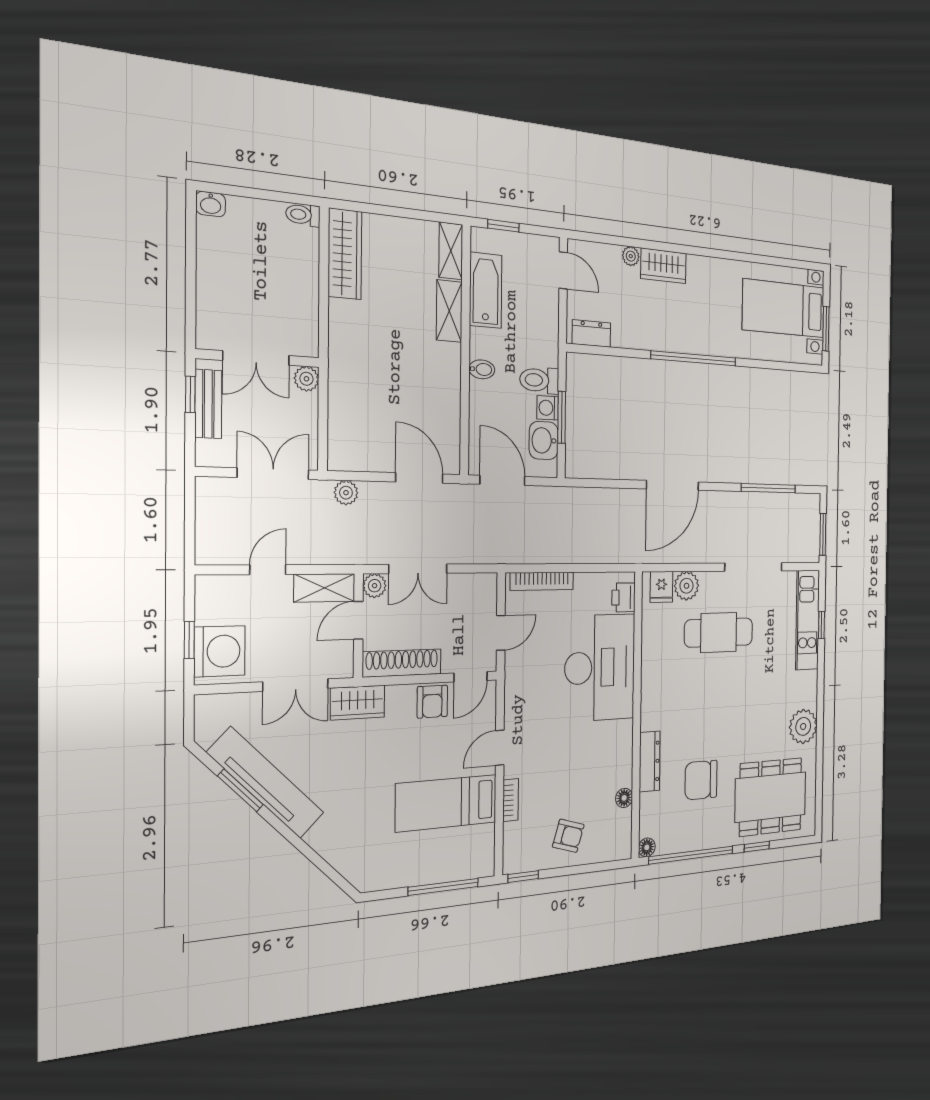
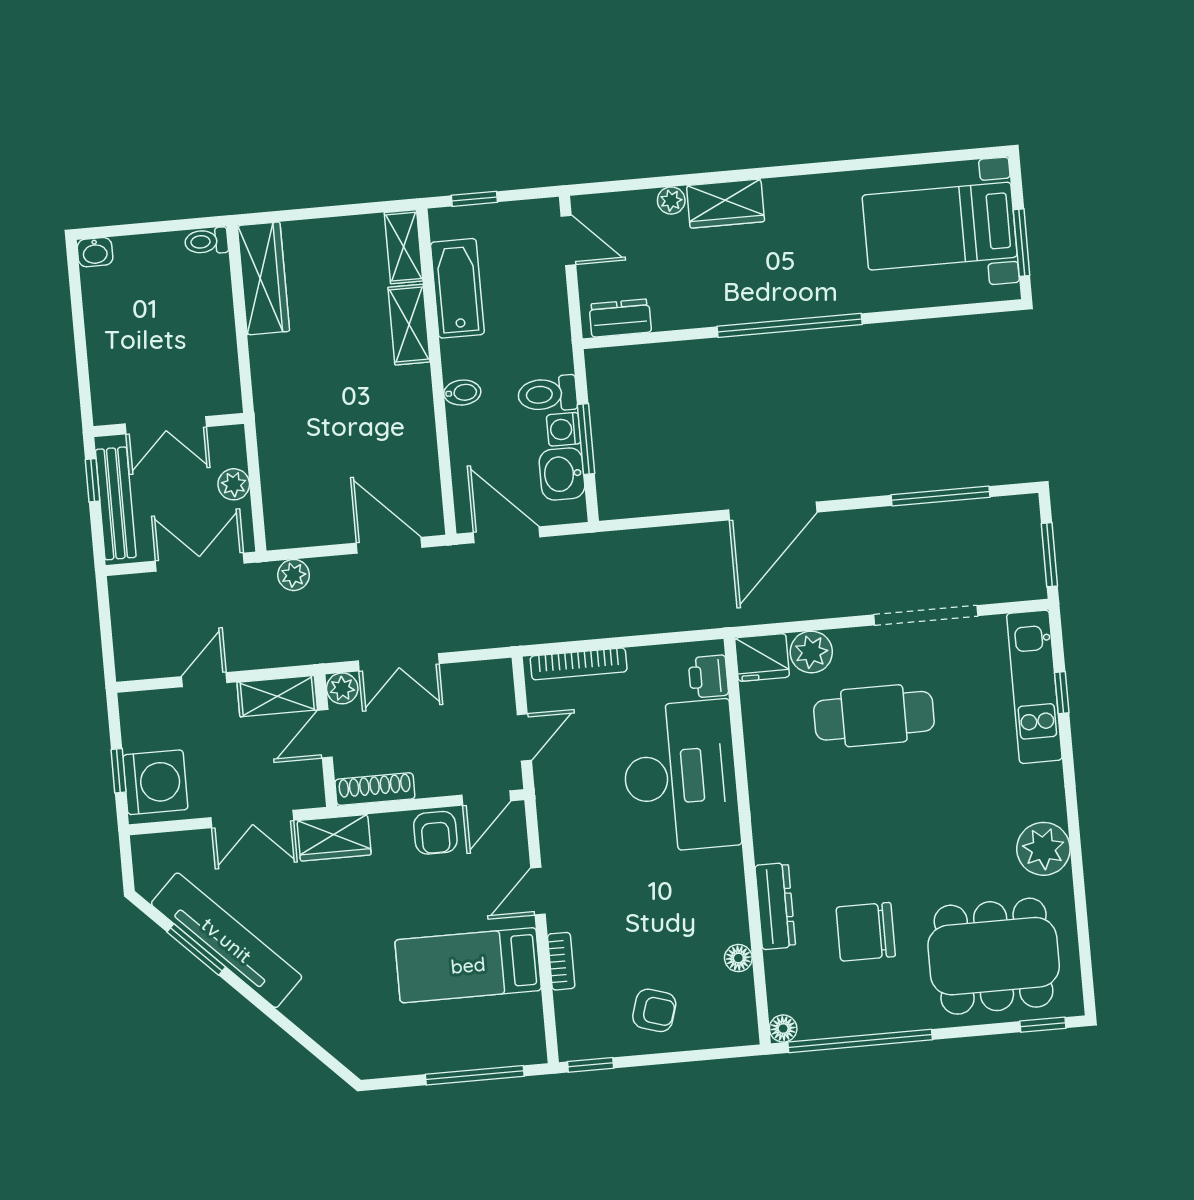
plant: (306, 379) -> (234, 484), moved
bench: (208, 404) -> (116, 503), width x1.36
fridge: (661, 587) -> (762, 657), width x1.38
shoe rack: (402, 663) -> (375, 789), width x0.74, depth x0.81
window: (757, 847) -> (1043, 1025), moved

